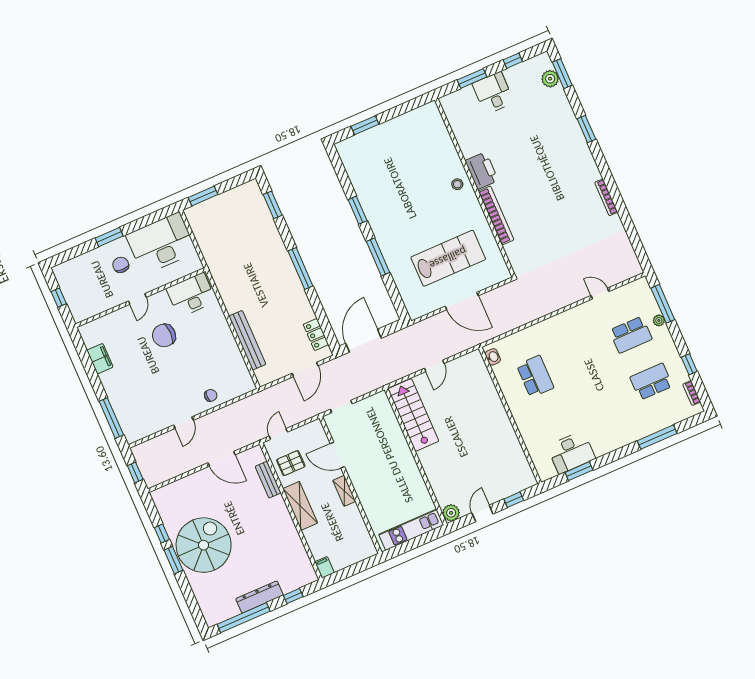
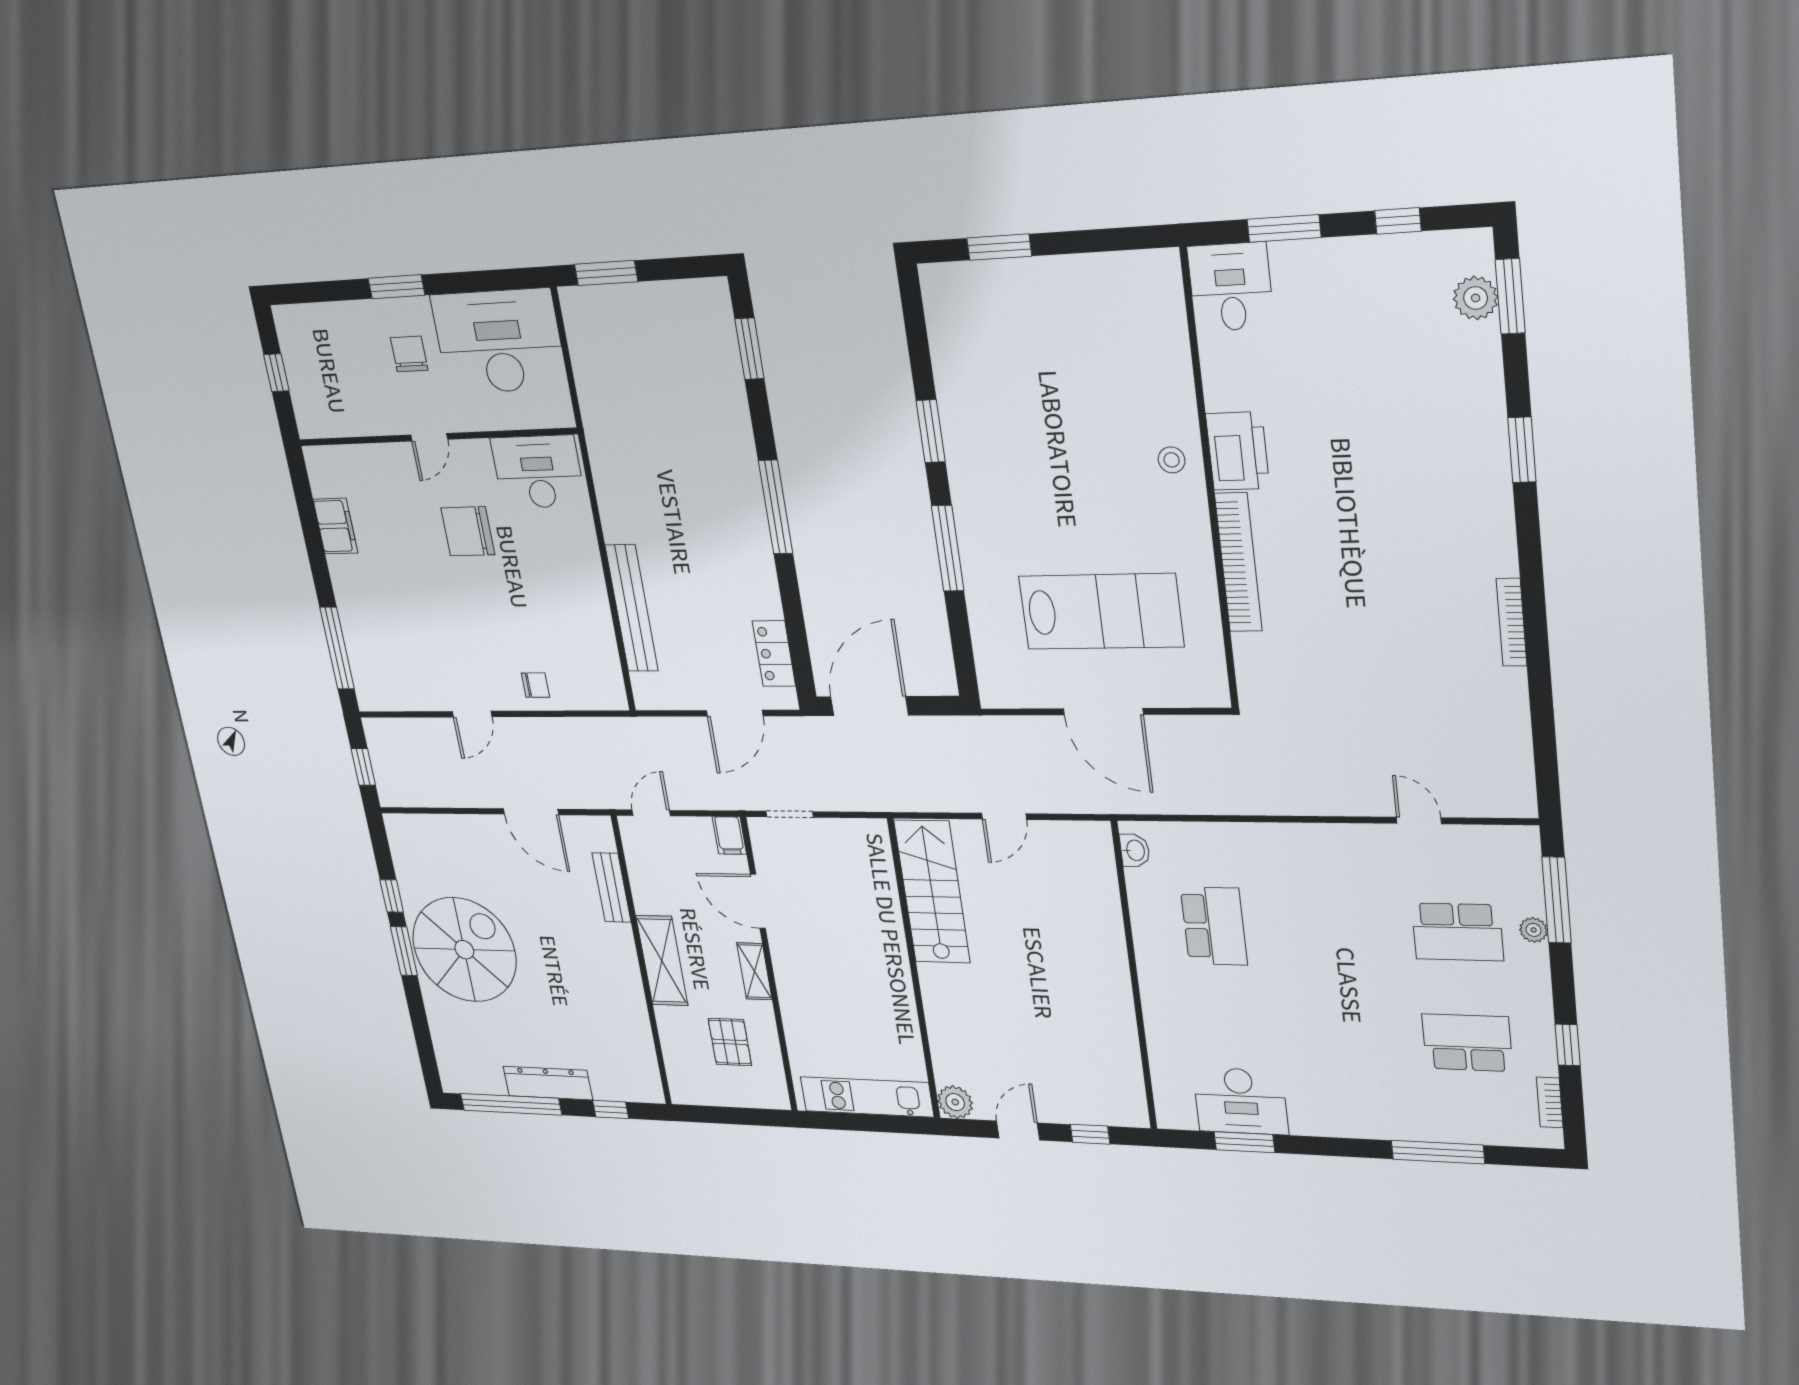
desk: (493, 93) -> (1231, 287), moved
pallet: (291, 463) -> (730, 1042), moved, turned 90
filing cabinet: (325, 567) -> (729, 836), moved, turned 180

